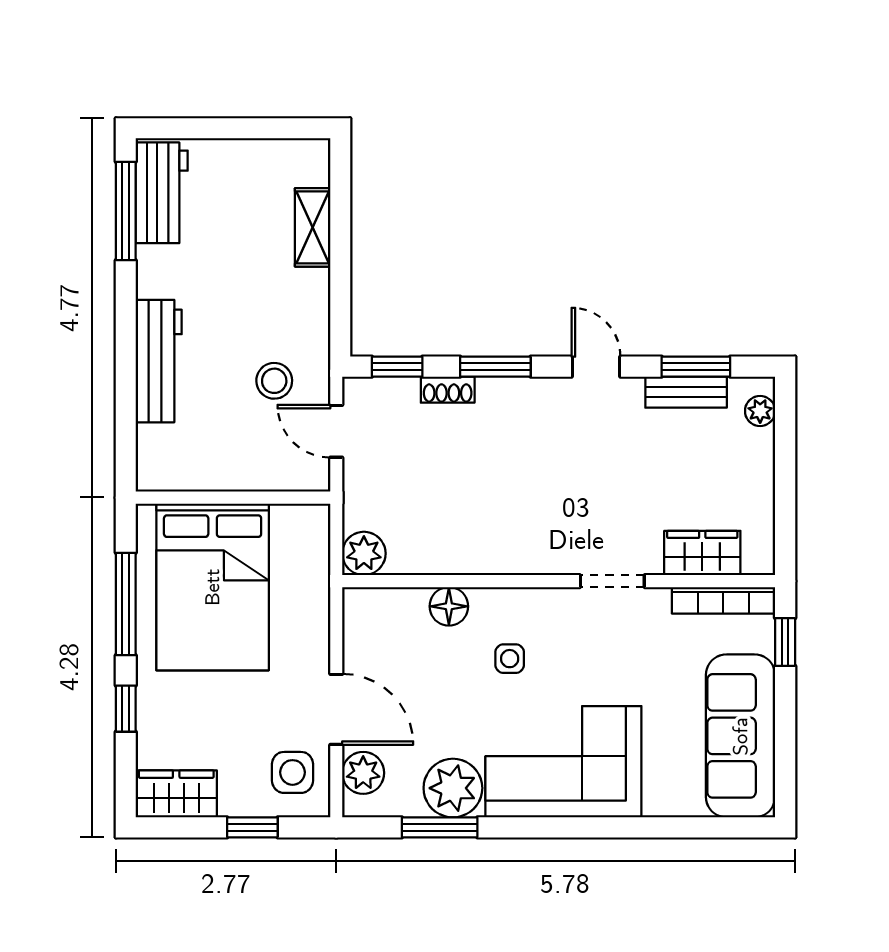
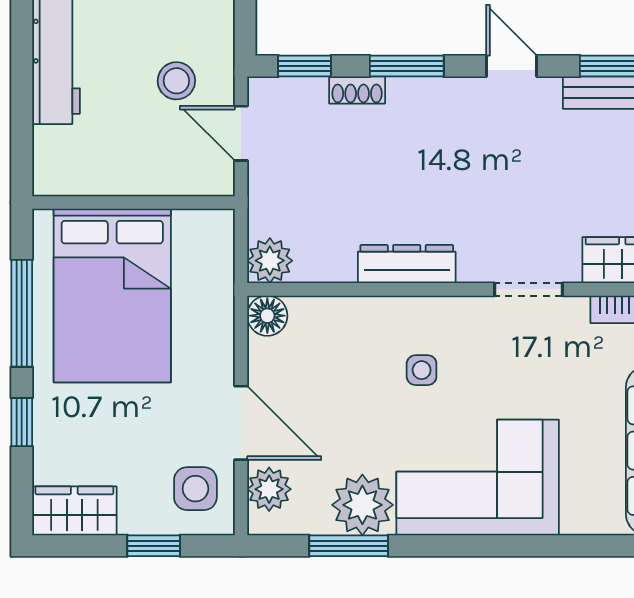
dresser: (495, 557) -> (407, 264), added
floor lamp: (449, 606) -> (267, 316), moved

